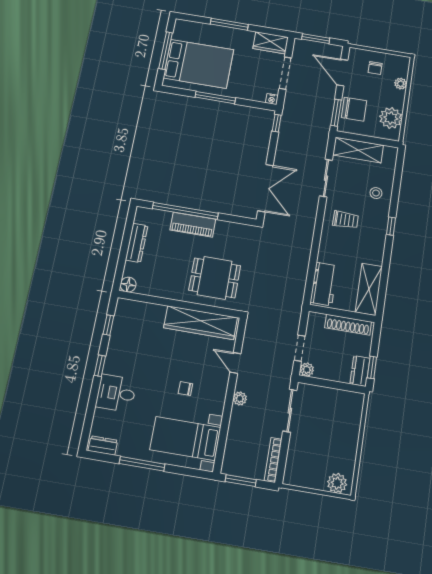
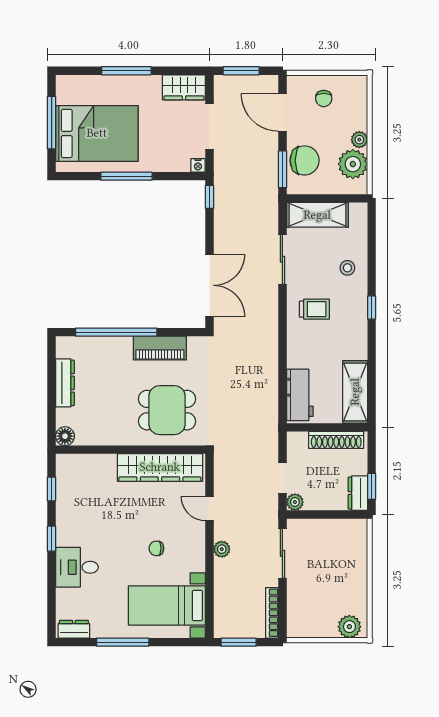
plant: (401, 84) -> (359, 140), moved
piano: (193, 225) -> (160, 348), moved

